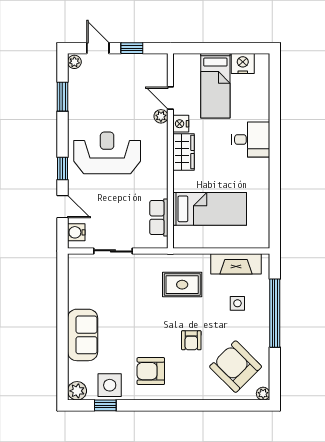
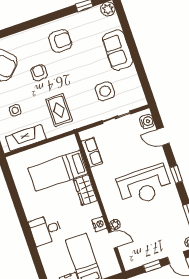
wardrobe: (184, 152) -> (85, 190), moved
window: (62, 168) -> (176, 174), moved
rug: (182, 285) -> (59, 110), turned 90
side table: (110, 385) -> (105, 91), moved

